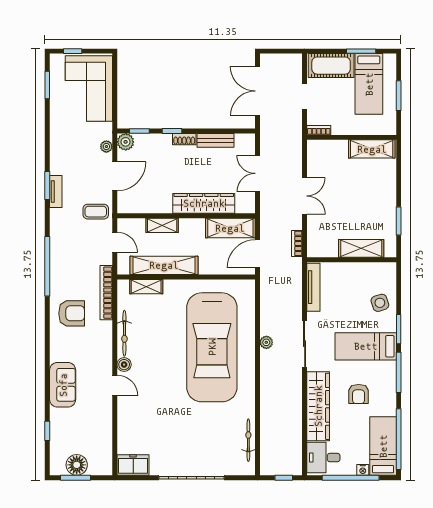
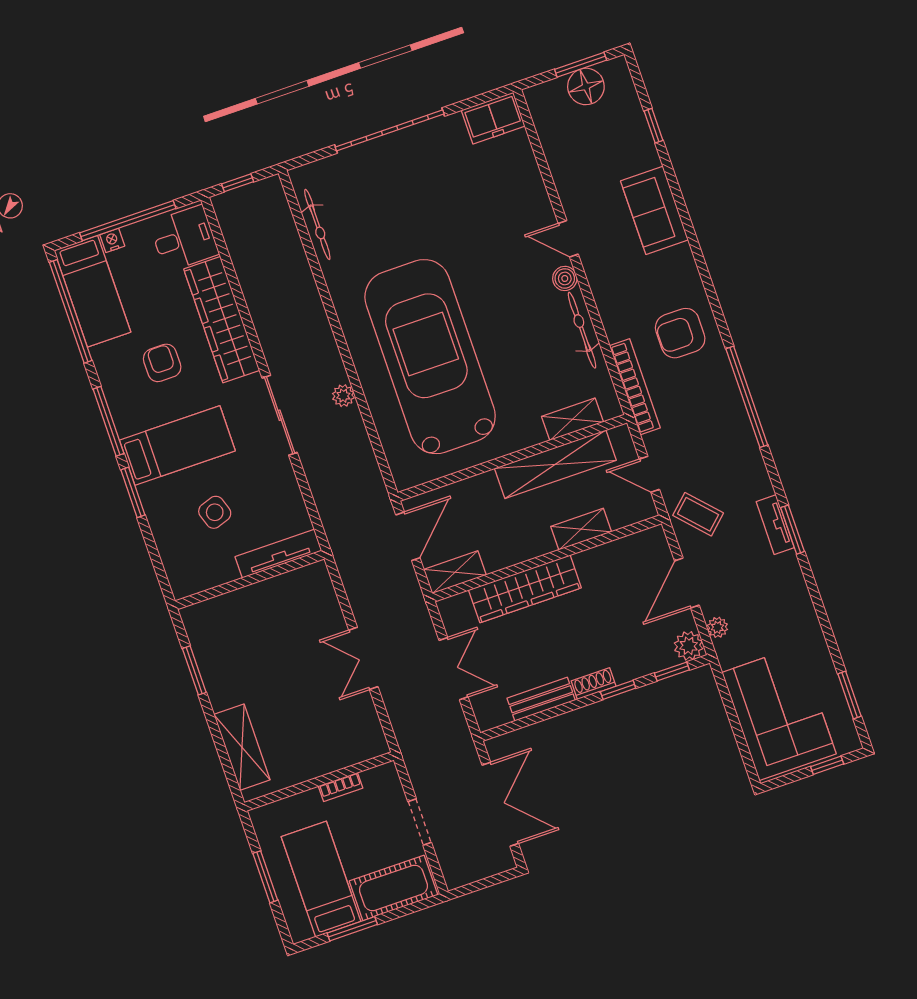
bookcase: (319, 130) -> (341, 787), moved
shelving: (372, 149) -> (242, 747), moved, turned 90
coffee table: (96, 212) -> (698, 514), turned 47
shelving: (230, 228) -> (455, 572), width x0.67, depth x0.75
bookcase: (297, 243) -> (349, 576), removed
shelving: (361, 248) -> (240, 604), removed
tv unit: (313, 287) -> (278, 554), moved, turned 90
side table: (380, 303) -> (215, 512), moved

